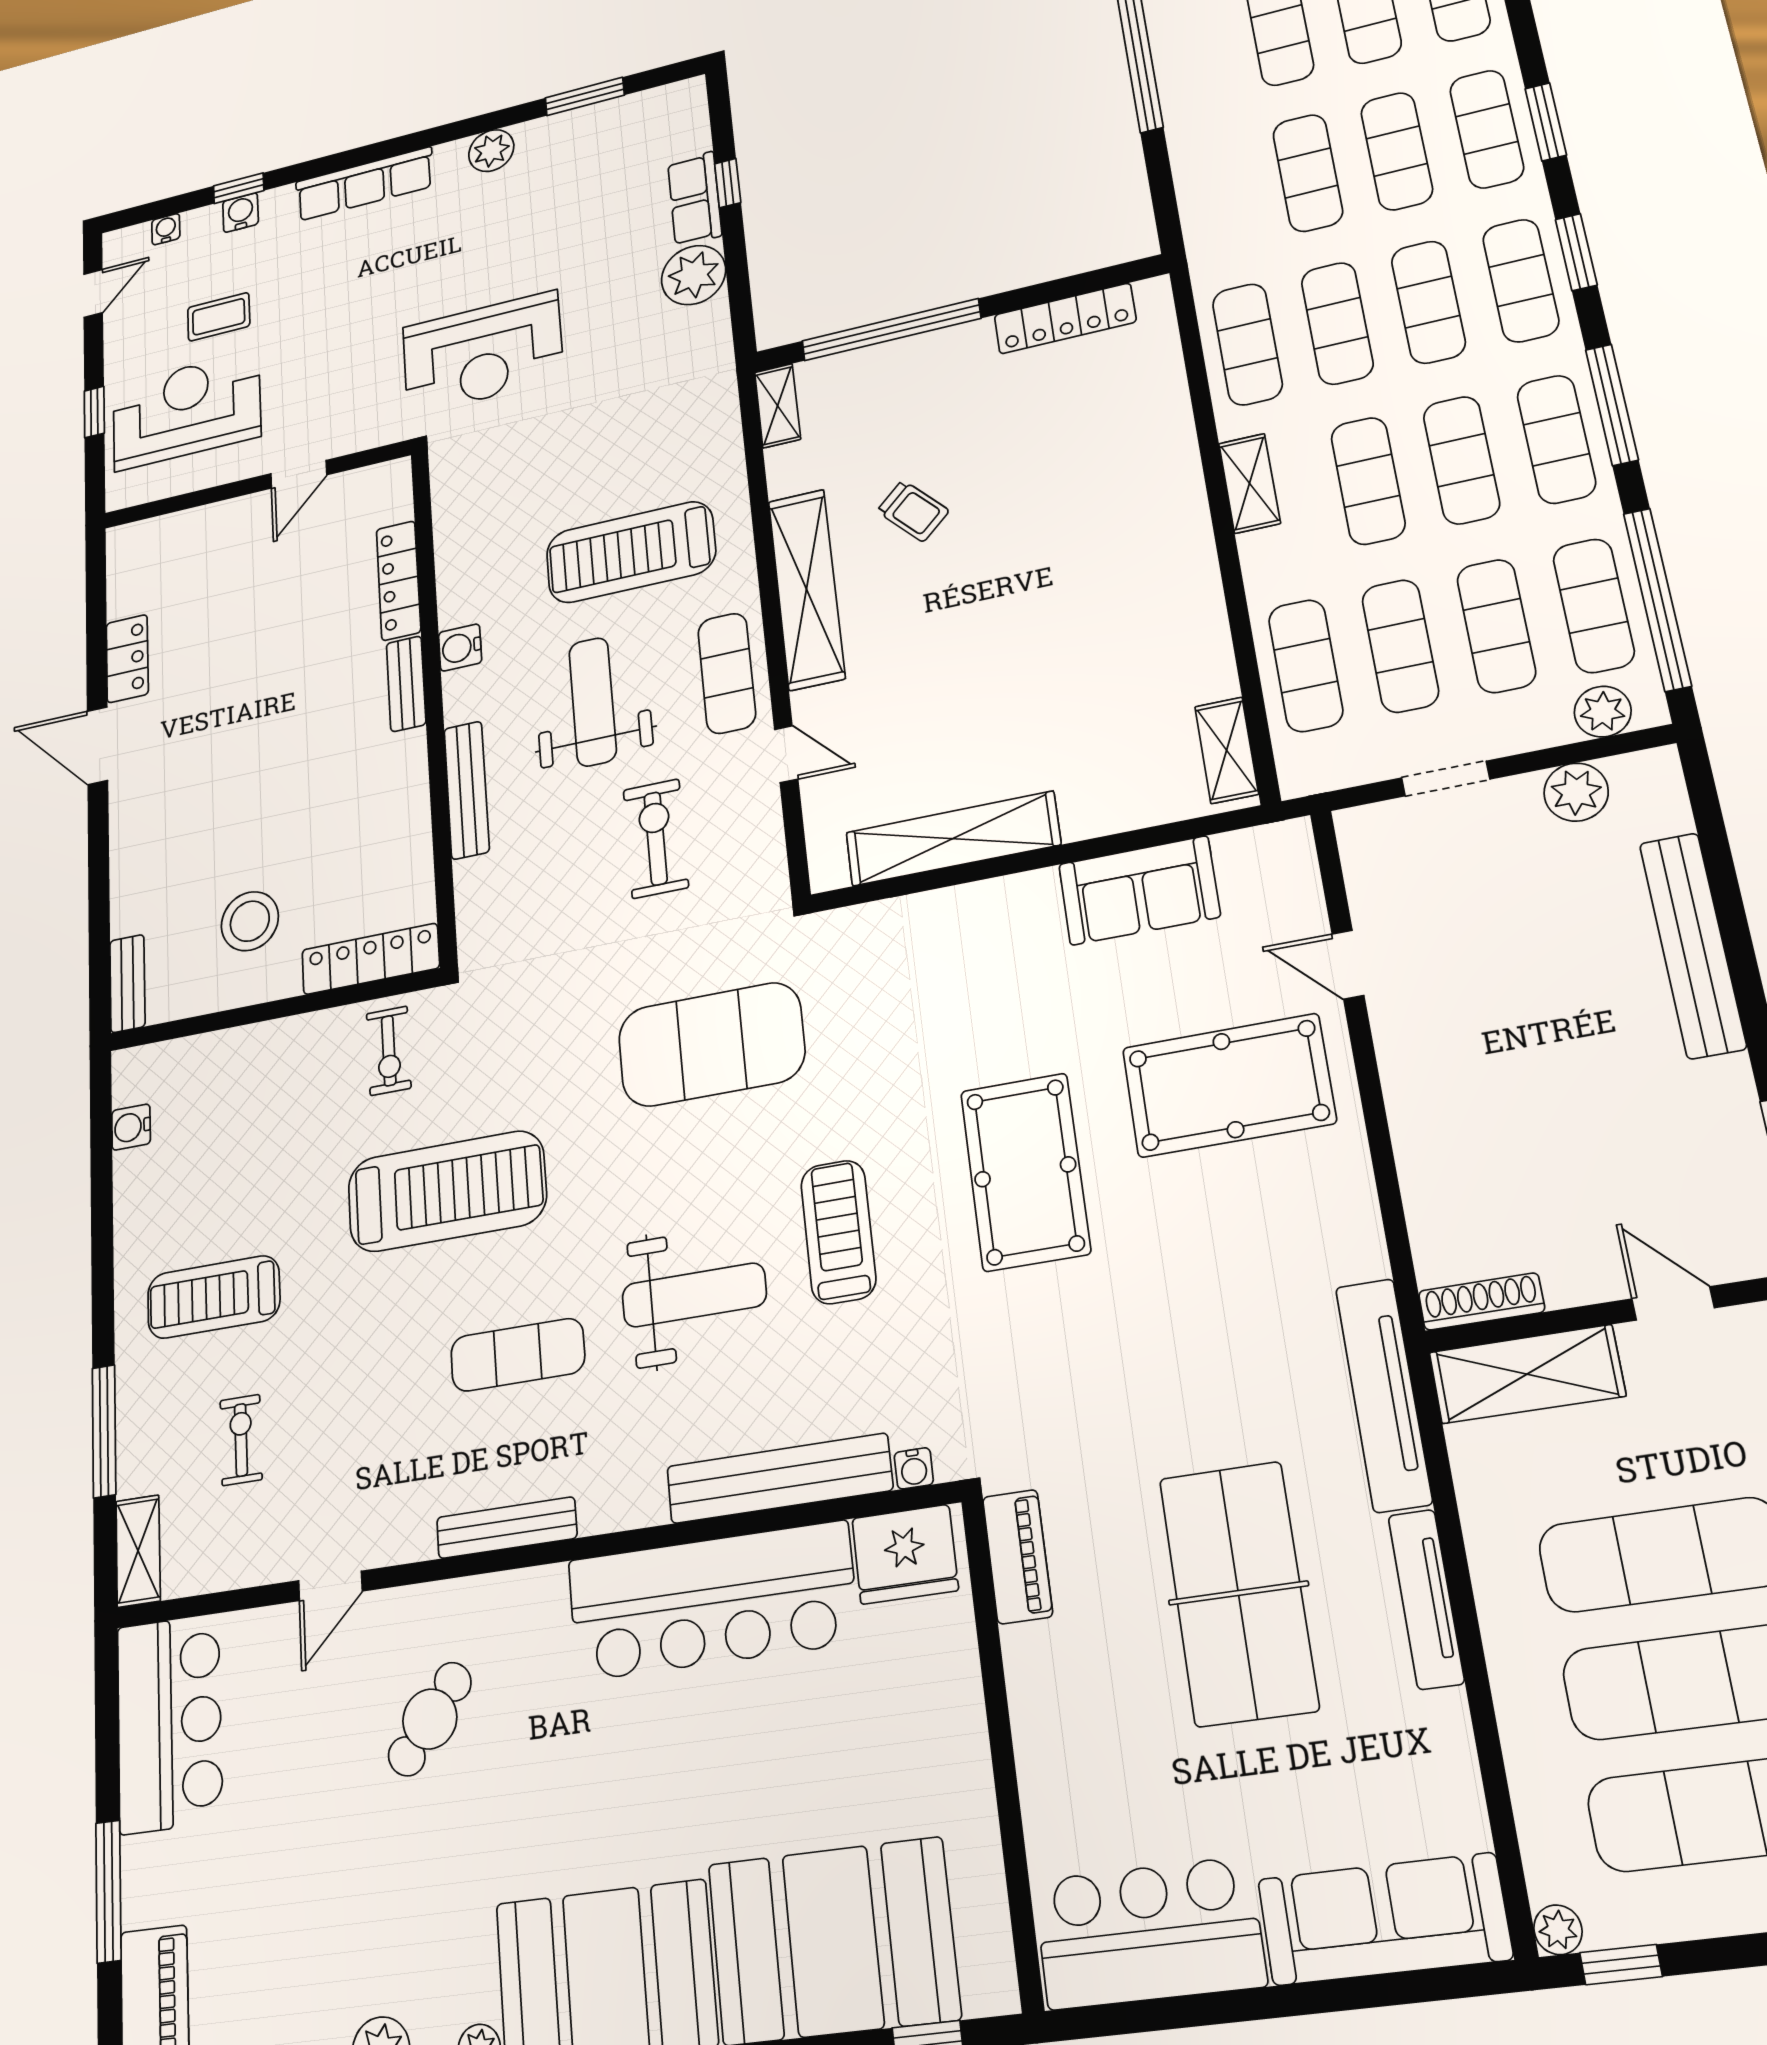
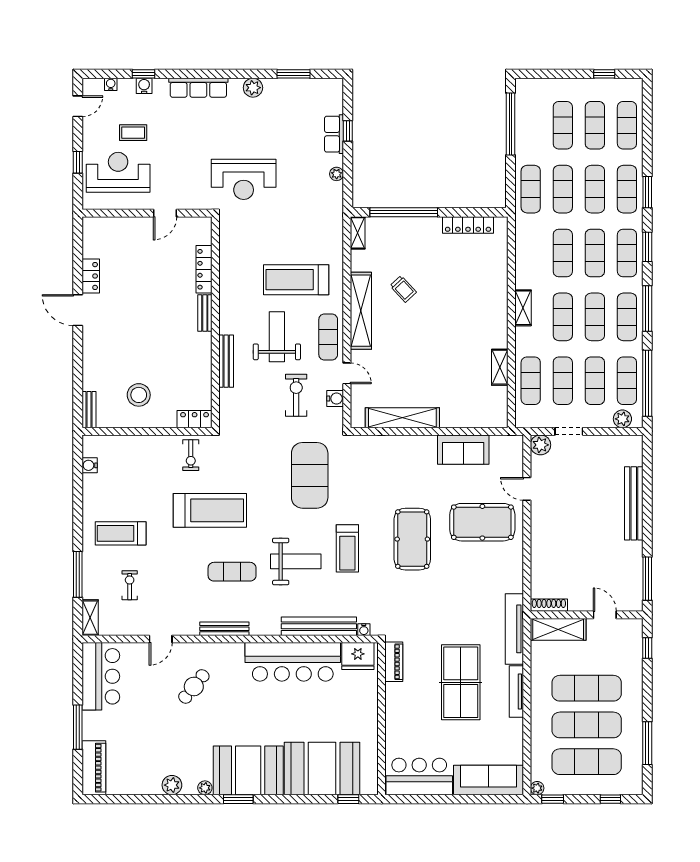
plant: (694, 275) -> (337, 174), width x0.53, depth x0.53
exercise mat: (1247, 344) -> (531, 189), moved
water cooler: (460, 648) -> (335, 398), moved, turned 180
shelving: (1227, 750) -> (500, 367), moved
plant: (1576, 792) -> (540, 445), moved
locker: (370, 959) -> (195, 419), width x0.66
exercise mat: (711, 1044) -> (310, 475), turned 90
treadmill: (838, 1232) -> (347, 548), turned 180

